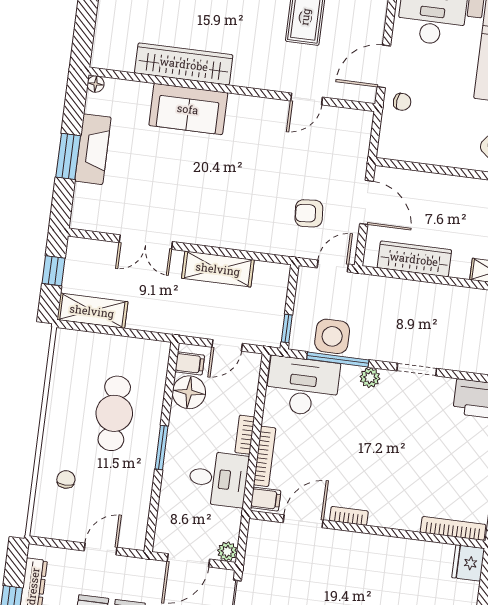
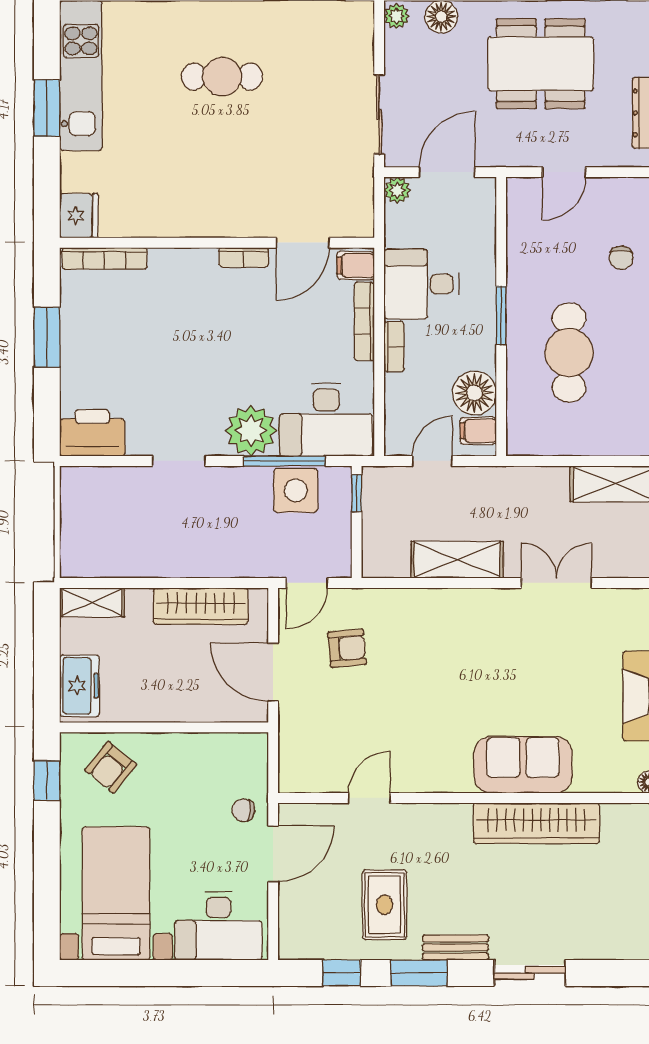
plant: (370, 378) -> (251, 431), width x1.88, depth x1.88

